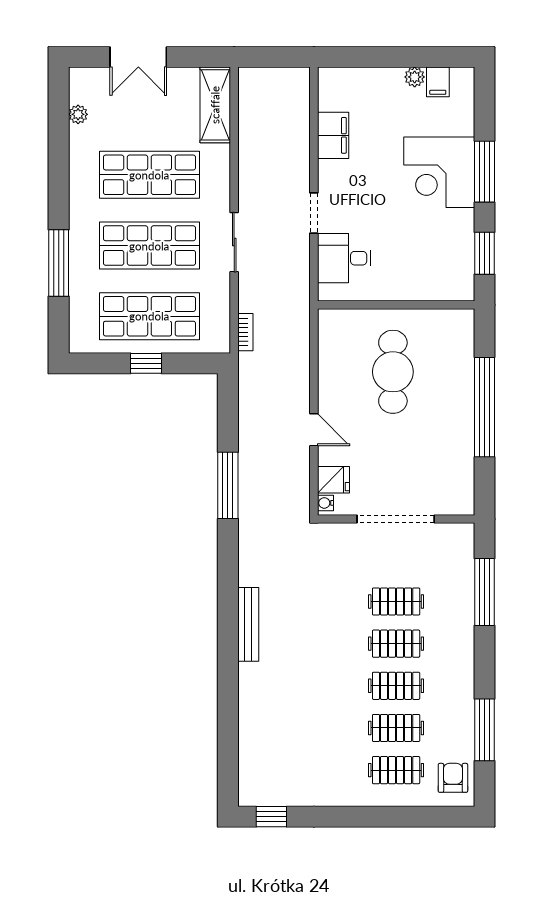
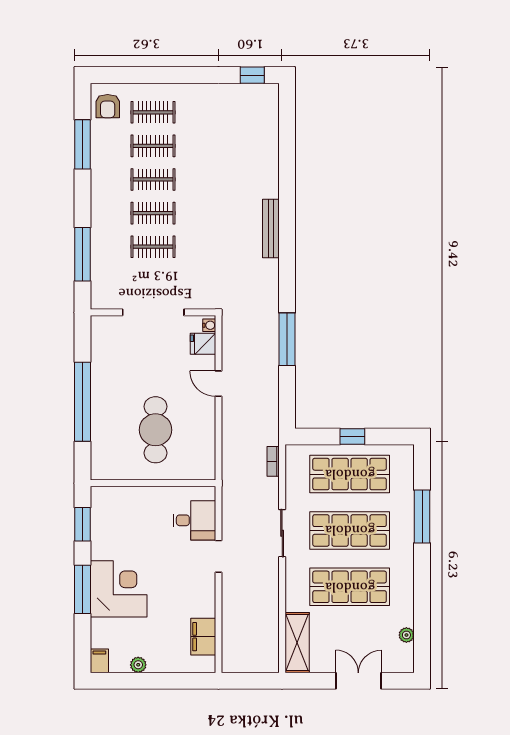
filing cabinet: (438, 82) -> (99, 661), moved
filing cabinet: (333, 135) -> (203, 637), moved

